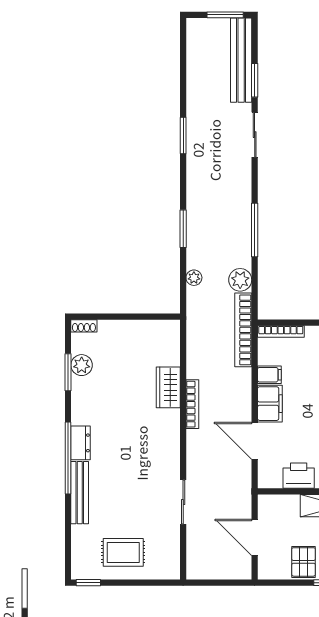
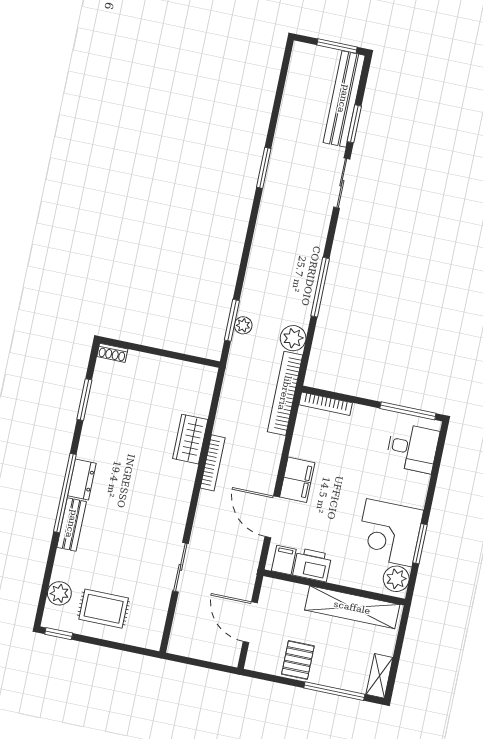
window: (183, 229) -> (232, 320), moved
plant: (82, 365) -> (59, 593), moved
filing cabinet: (269, 375) -> (284, 560), moved, turned -90
bench: (80, 493) -> (72, 524), width x0.73

